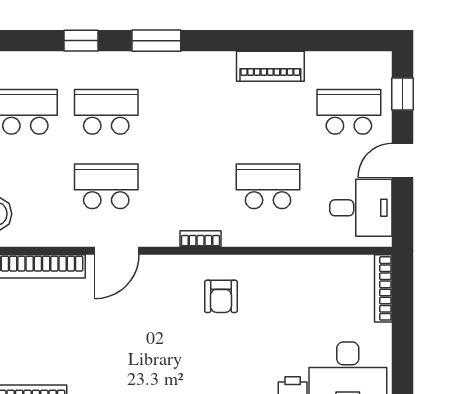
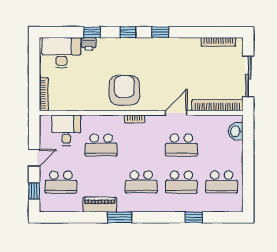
window: (156, 41) -> (119, 217), moved
school desk: (187, 112) -> (141, 182), added
desk: (361, 208) -> (66, 130), moved, turned 90
armchair: (221, 296) -> (124, 90), width x1.88, depth x1.88

